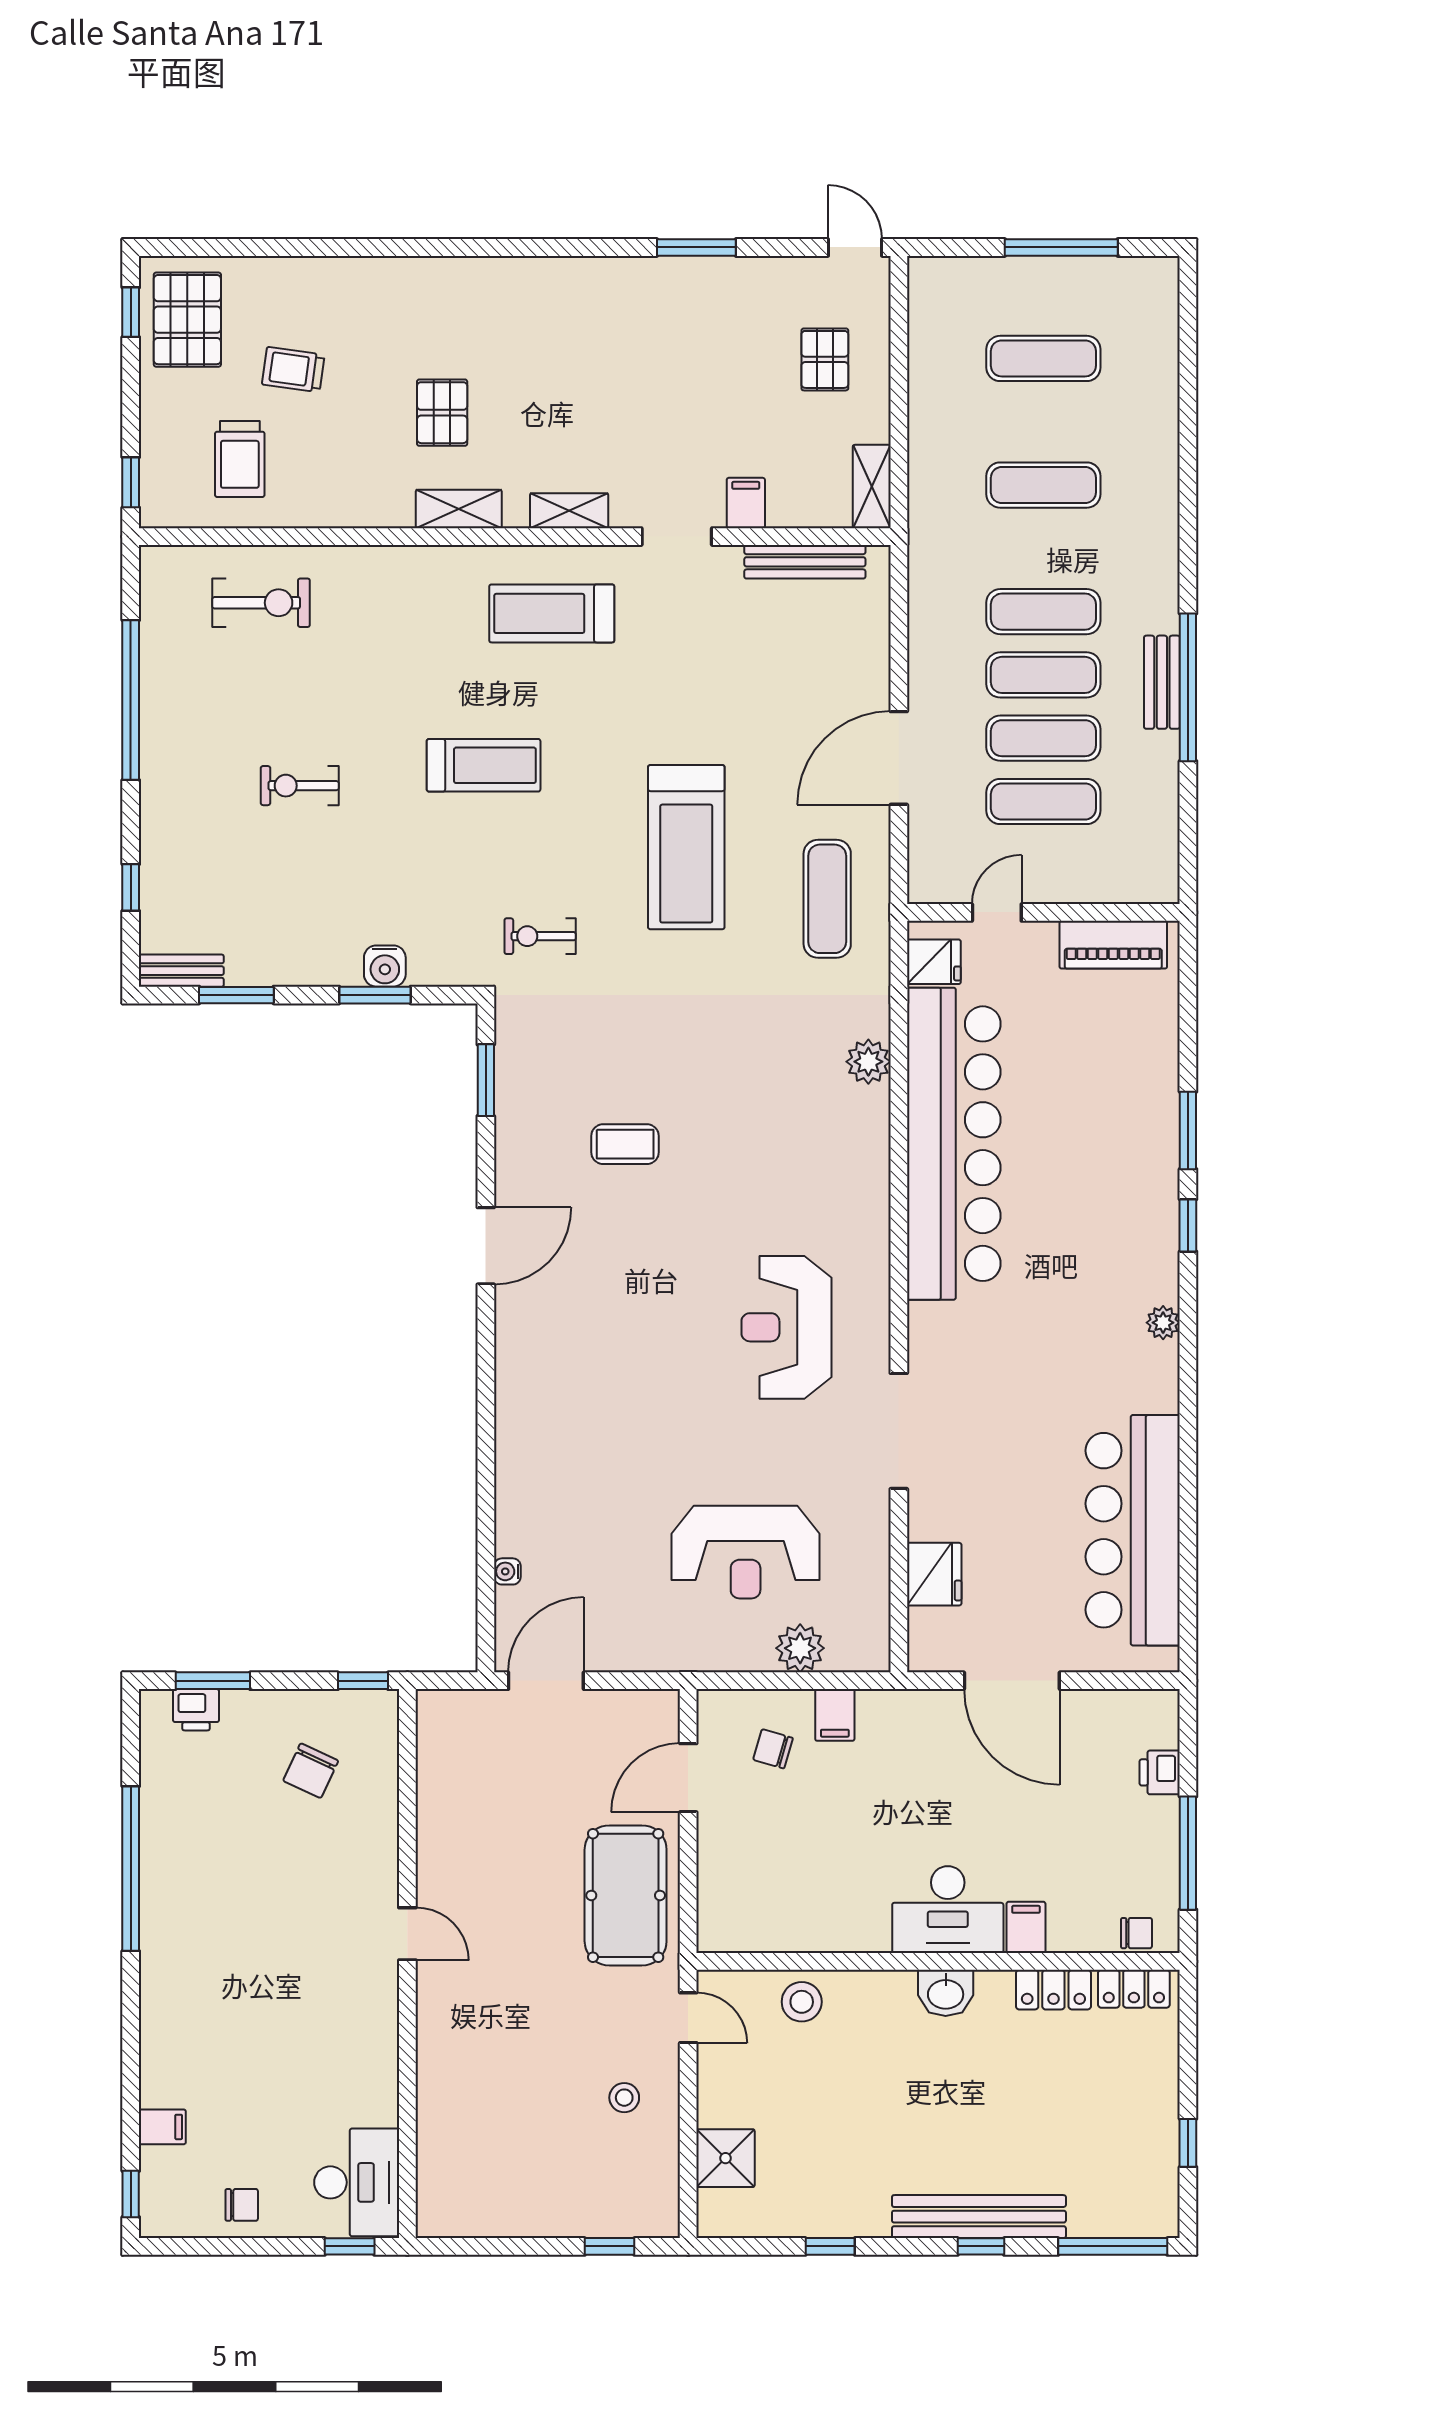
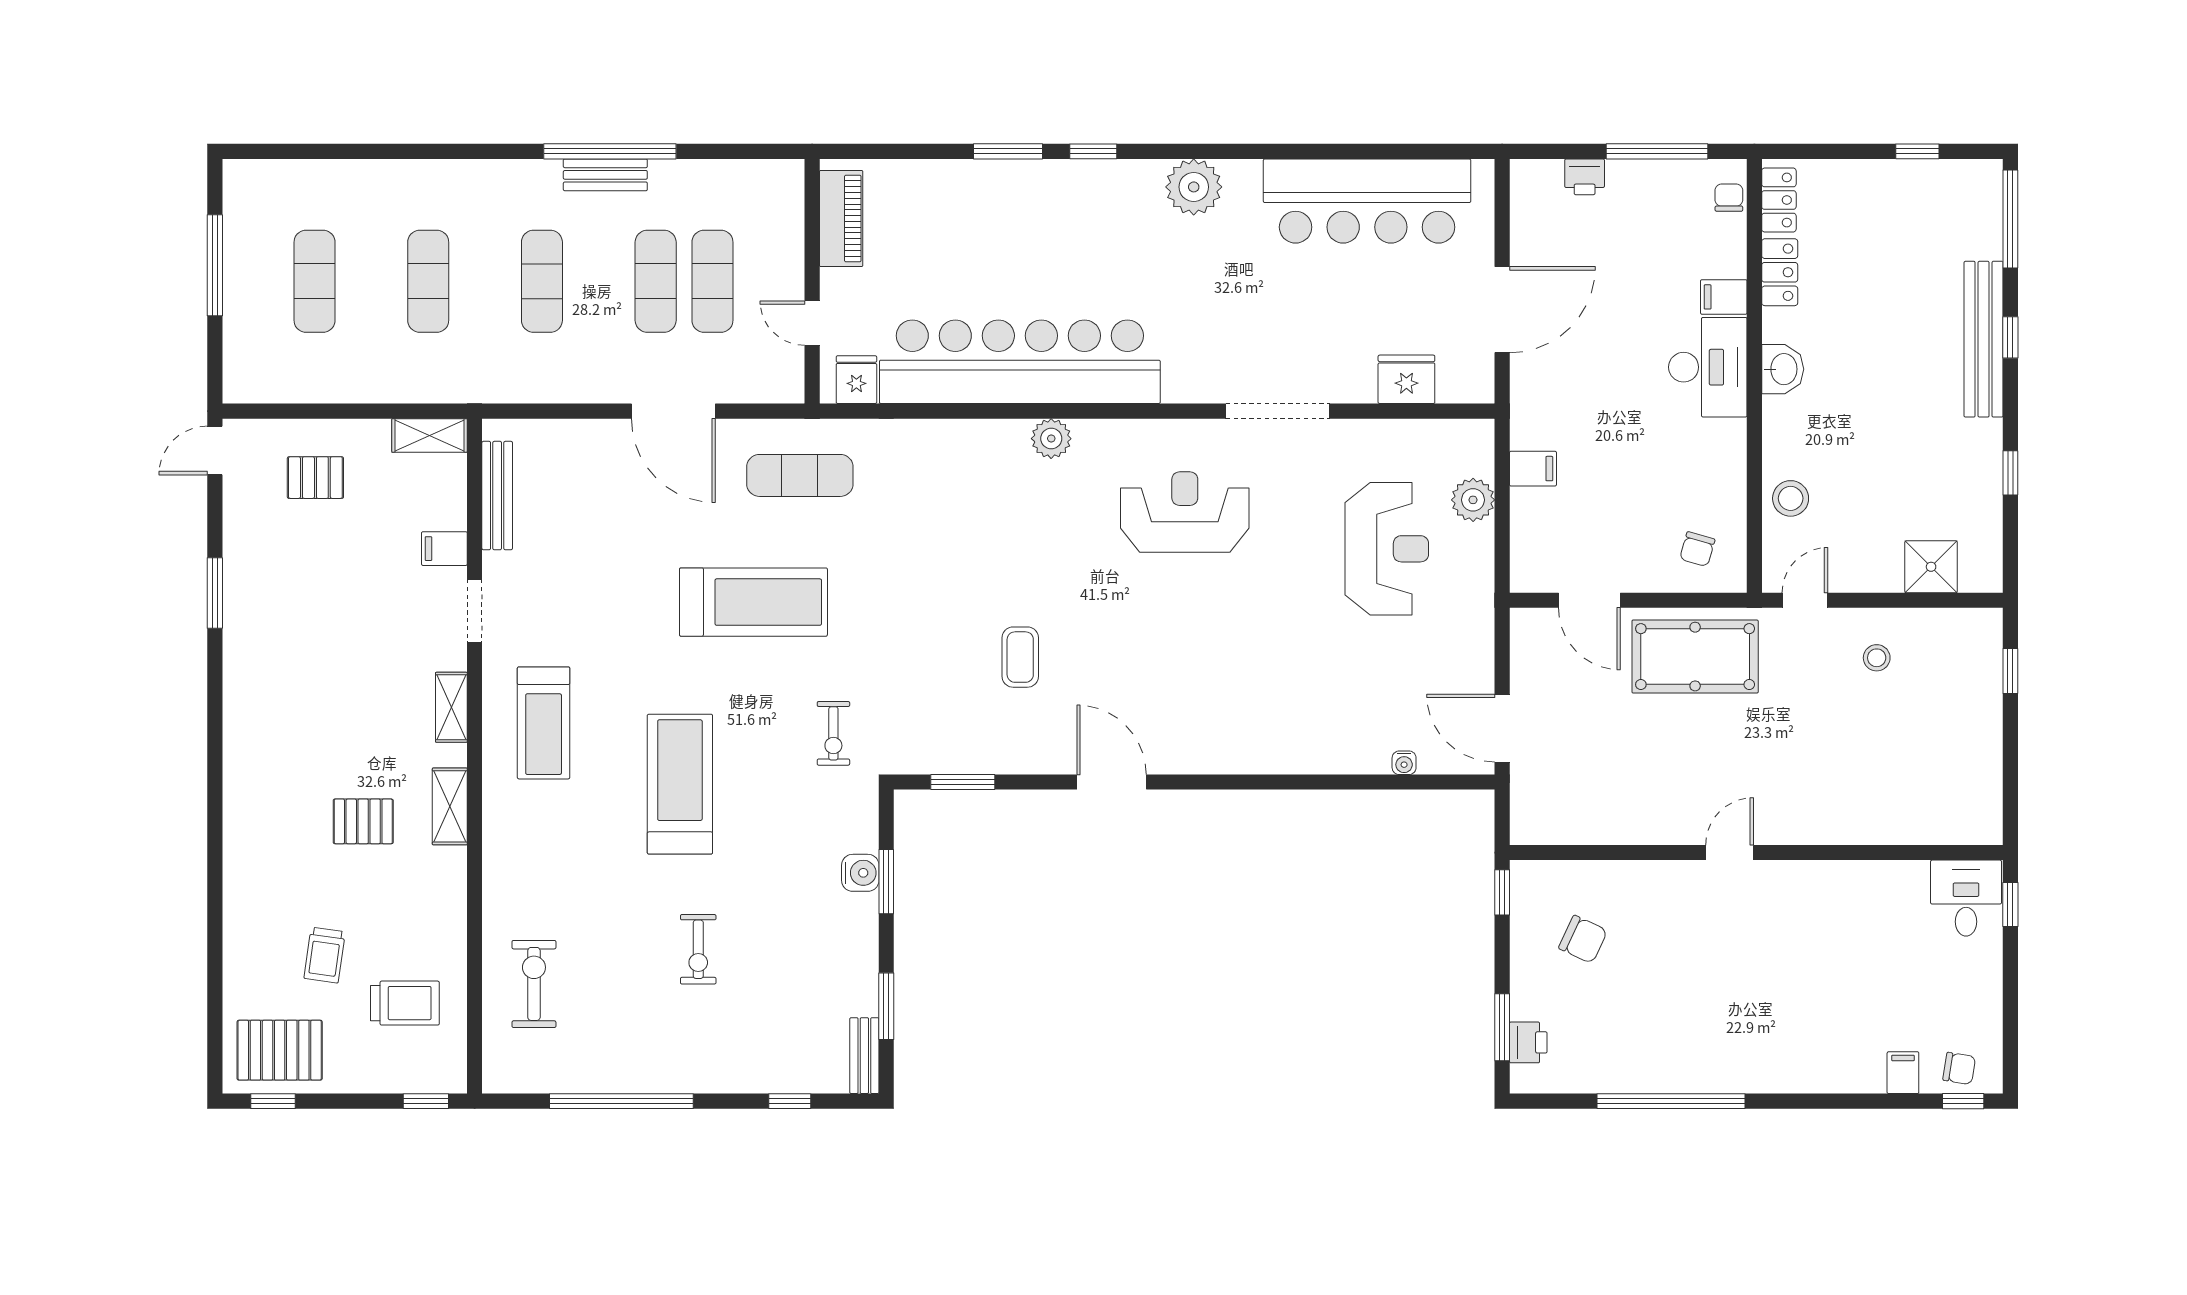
exercise mat: (1043, 675) -> (599, 281), removed
treadmill: (484, 765) -> (680, 784), width x1.37, depth x1.38
plant: (868, 1062) -> (1051, 439), moved
plant: (1163, 1323) -> (1194, 187), width x1.87, depth x1.87
reception desk: (786, 1327) -> (1185, 512), turned 180
chair: (773, 1749) -> (1697, 549), moved
desk: (357, 2182) -> (1966, 898), width x0.73
chair: (242, 2205) -> (1959, 1068), moved, turned 99

